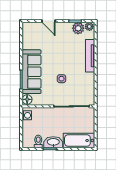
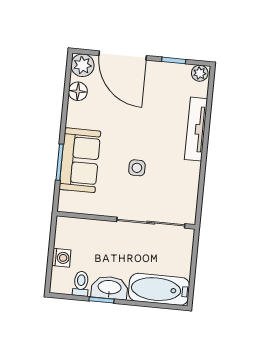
door: (48, 21) -> (123, 56), width x1.88
plant: (78, 28) -> (83, 65), moved
sofa: (32, 72) -> (80, 160), width x0.73
floor lamp: (27, 99) -> (78, 91), moved
washing machine: (27, 115) -> (61, 258), moved

